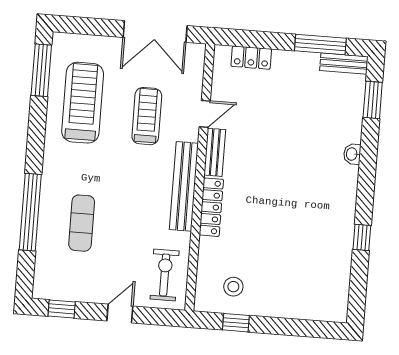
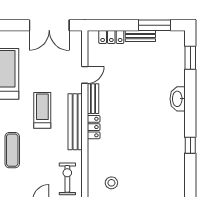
bench: (344, 63) -> (140, 36), moved
treadmill: (147, 116) -> (42, 110), moved
washbasin: (352, 154) -> (178, 99), width x1.91, depth x1.45
locker: (211, 207) -> (94, 127), width x0.66

